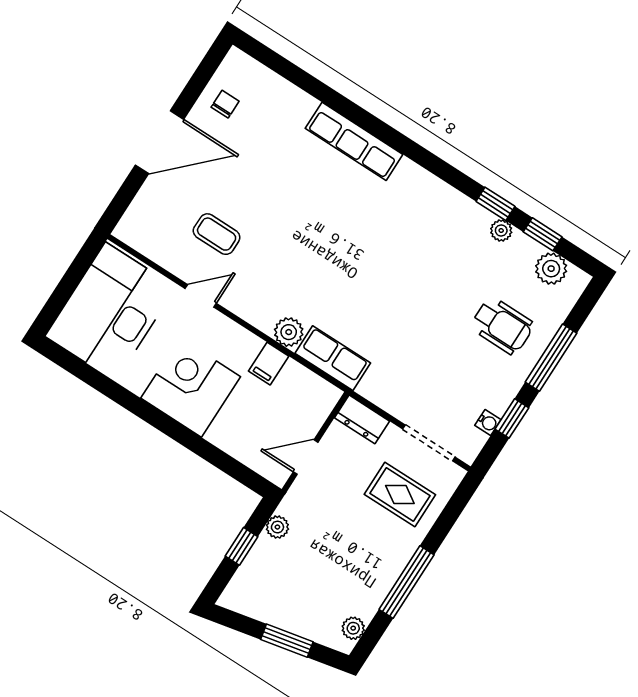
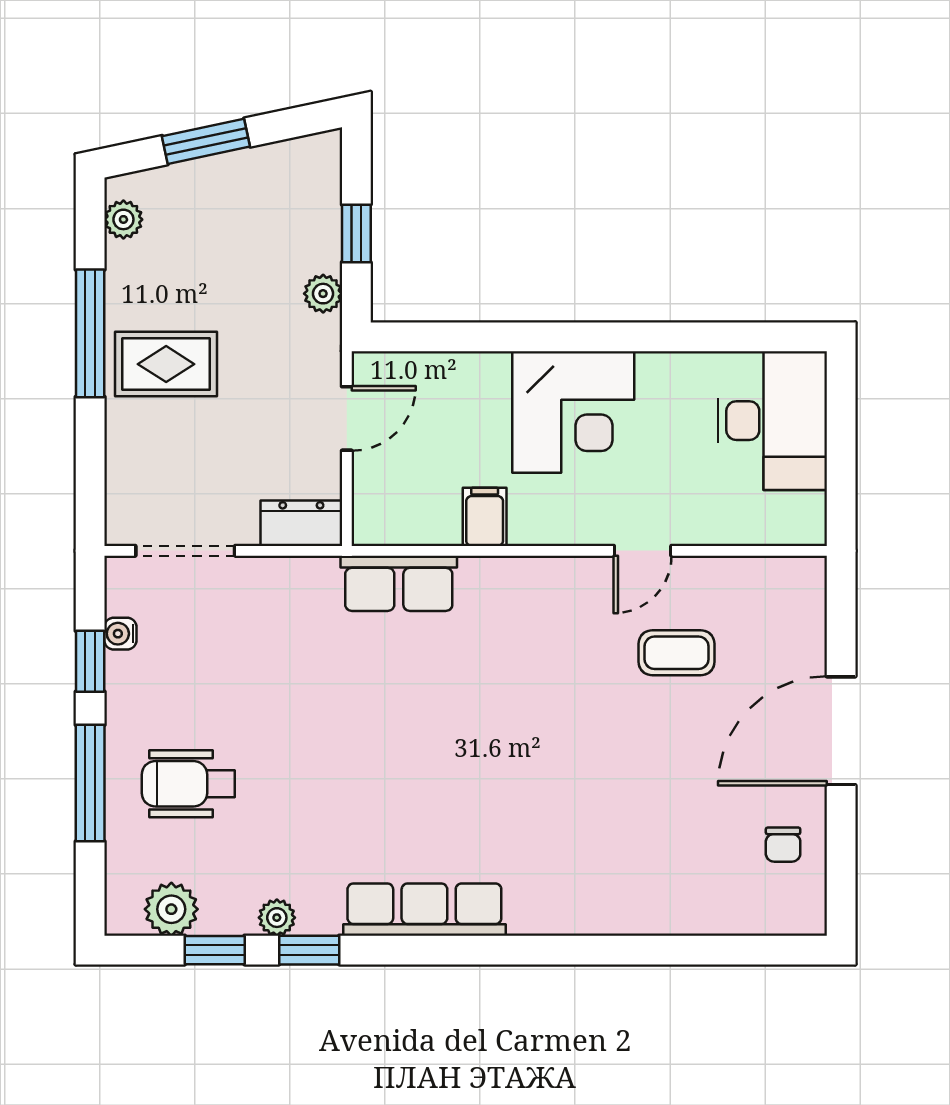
row of seats: (354, 141) -> (424, 910), moved
desk: (110, 312) -> (772, 421), width x0.73, depth x0.77
plant: (289, 332) -> (485, 580), removed
rug: (400, 494) -> (166, 364), moved

